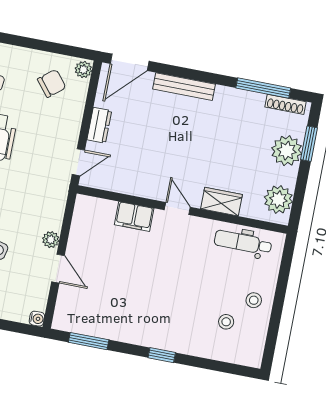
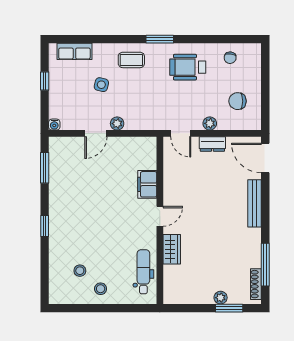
plant: (83, 70) -> (210, 123), moved
chair: (52, 83) -> (238, 101), turned 129
plant: (287, 151) -> (221, 298), width x0.53, depth x0.53
plant: (278, 199) -> (182, 293), removed

